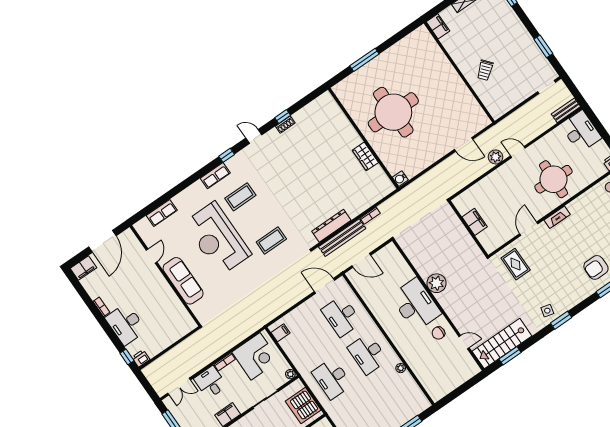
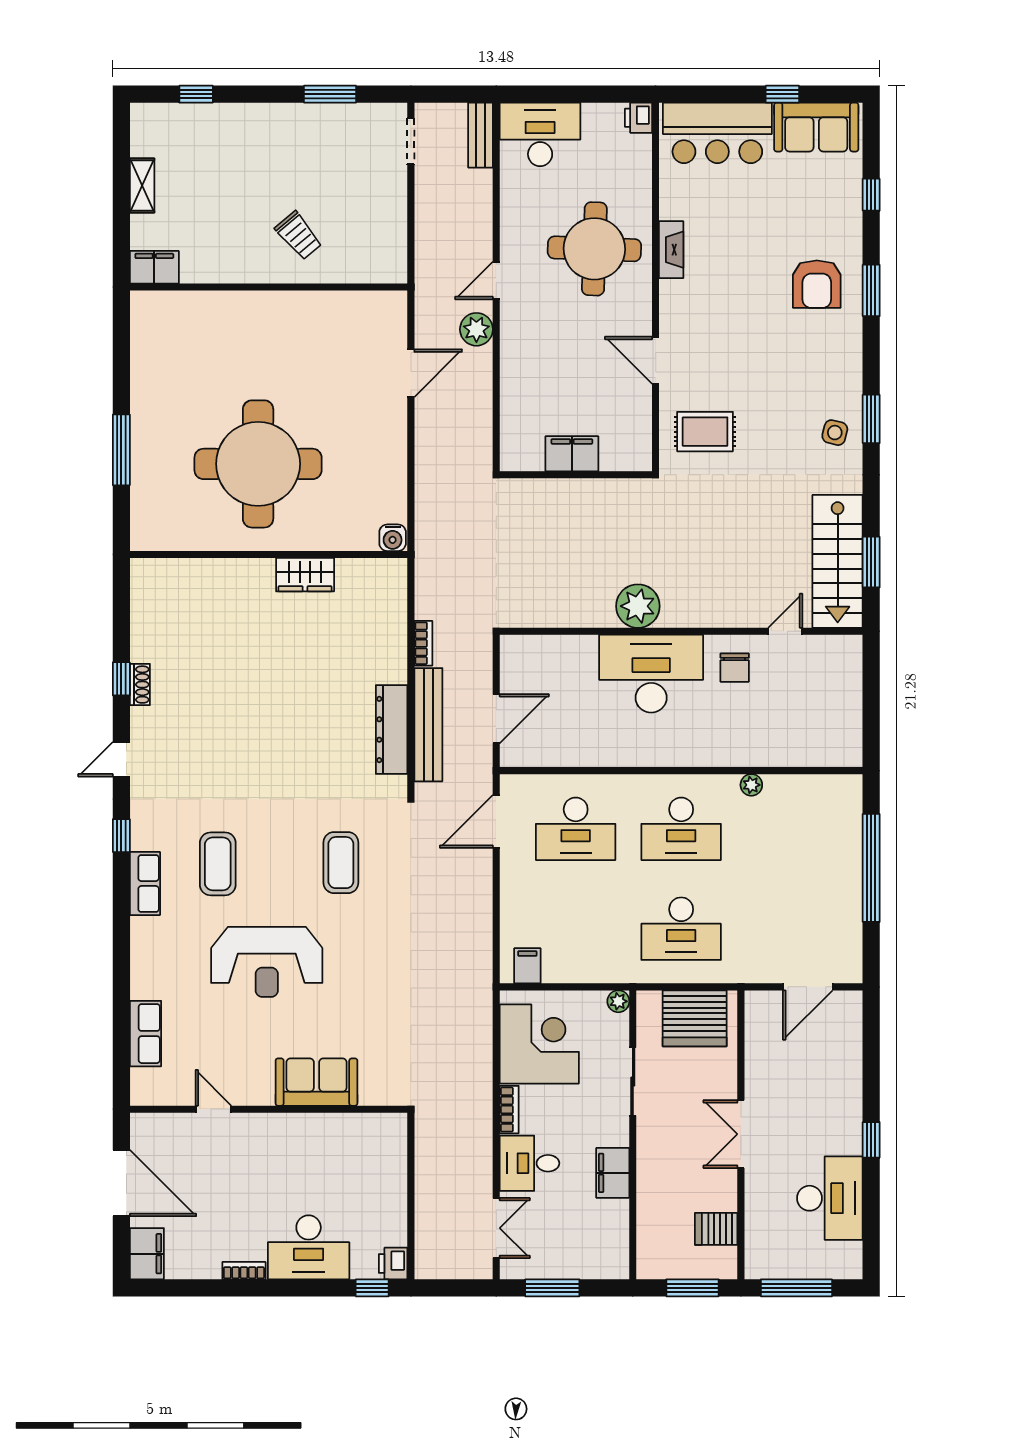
fireplace: (557, 217) -> (671, 250), moved
reception desk: (217, 239) -> (267, 962), width x0.74, depth x0.77
sofa: (183, 281) -> (316, 1082), width x0.73

